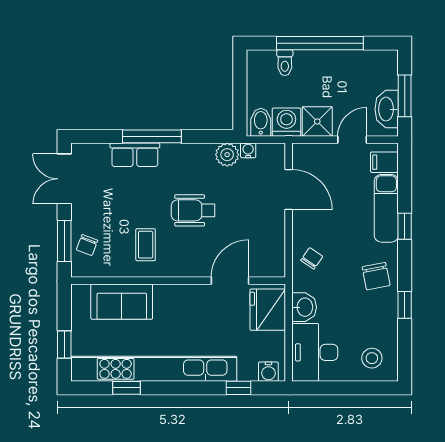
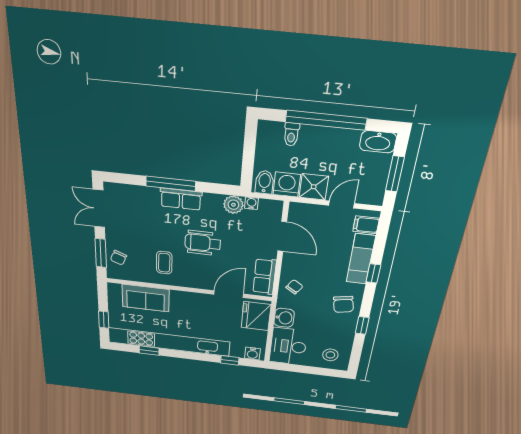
washbasin: (387, 109) -> (378, 142), moved, turned -90
row of seats: (135, 155) -> (181, 199), moved
row of seats: (273, 248) -> (265, 277), added

